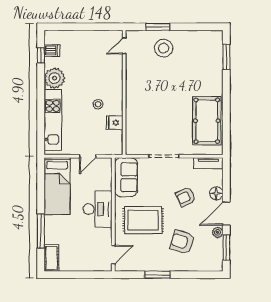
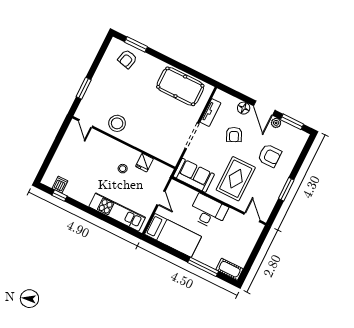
stool: (164, 48) -> (117, 123), moved
armchair: (208, 55) -> (127, 59), added
plant: (55, 78) -> (84, 194), removed
tv unit: (208, 163) -> (210, 113), moved
armchair: (182, 242) -> (270, 156), turned -107

